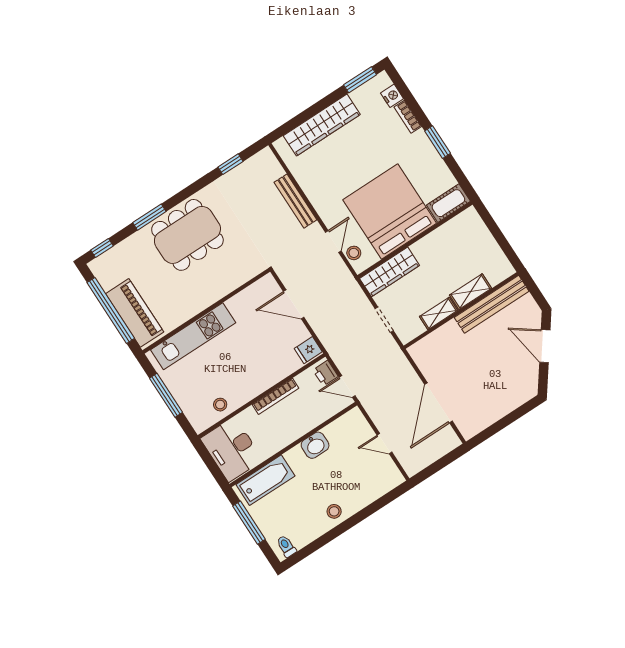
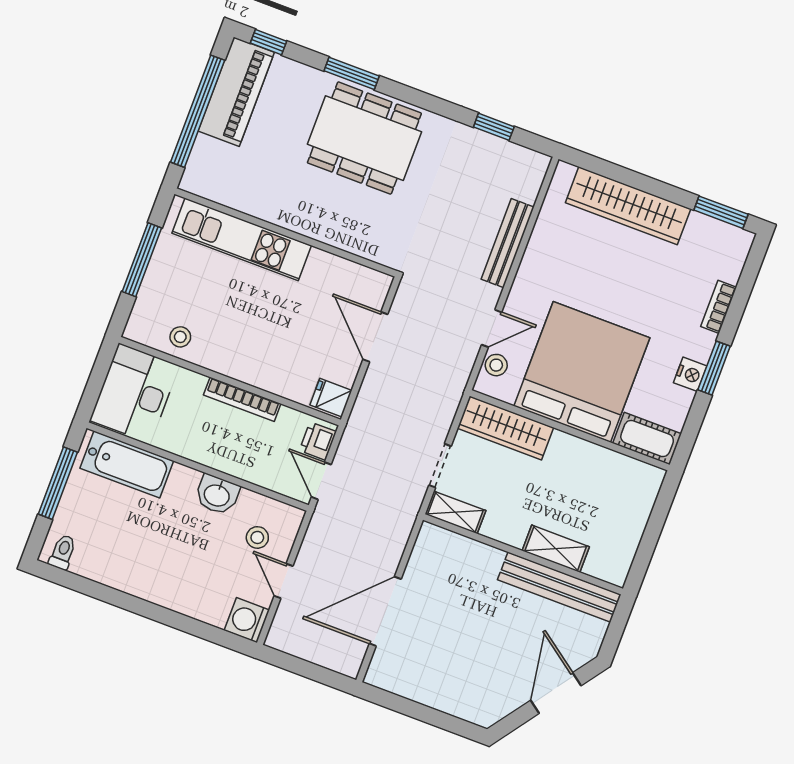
nightstand: (392, 96) -> (690, 374), moved
piano: (135, 313) -> (236, 92), moved
shelving: (439, 313) -> (455, 512), moved
washing machine: (391, 477) -> (247, 620), added
stool: (334, 511) -> (257, 537), moved

